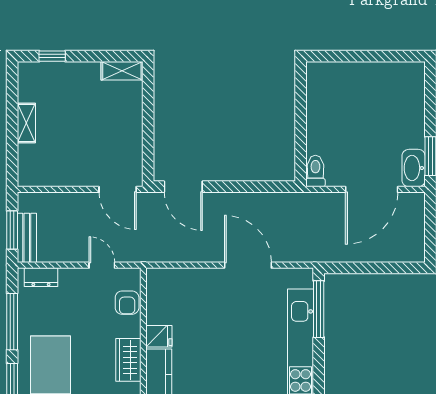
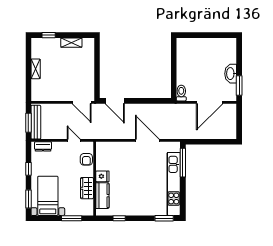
shelving: (122, 71) -> (71, 43), moved
washbasin: (414, 168) -> (231, 74), moved
bench: (27, 238) -> (36, 122), width x1.36
window: (12, 322) -> (28, 169), width x0.46

